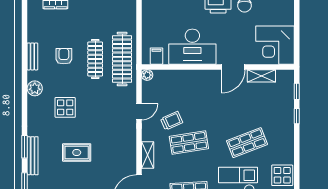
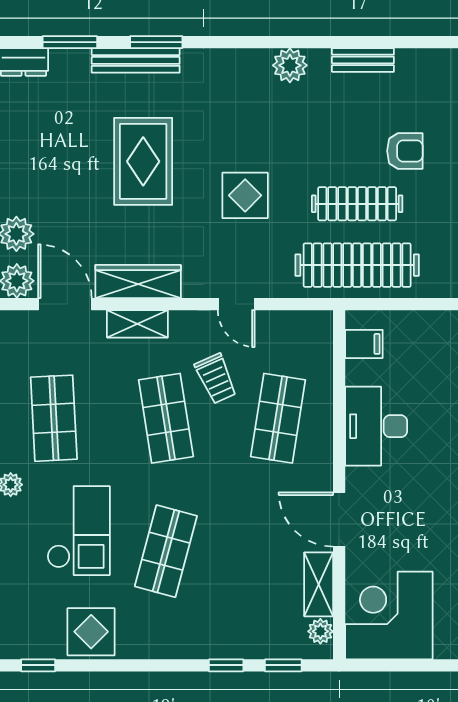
desk: (192, 47) -> (376, 426), width x0.73, depth x0.77
armchair: (64, 56) -> (405, 151), moved
plant: (147, 75) -> (320, 631), moved
shop shelf: (189, 94) -> (278, 418), added
display table: (65, 107) -> (245, 195), moved
shop shelf: (247, 143) -> (166, 551), turned 36
rug: (77, 152) -> (143, 161), width x1.36, depth x1.43
wardrobe: (129, 155) -> (138, 281), added

